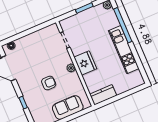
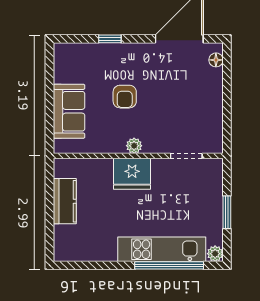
kitchen unit: (124, 50) -> (162, 249), moved
kitchen counter: (103, 95) -> (65, 201), moved

